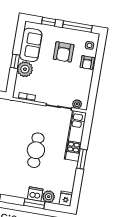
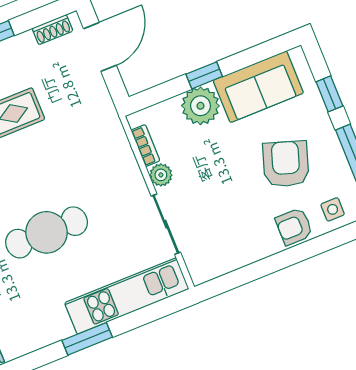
armchair: (64, 52) -> (286, 164), turned 108
plant: (77, 104) -> (161, 175), moved

